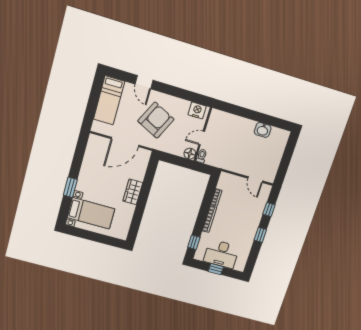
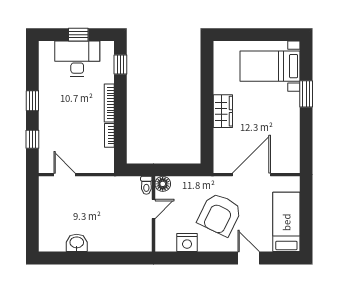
nightstand: (197, 110) -> (187, 243), moved

